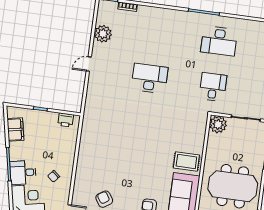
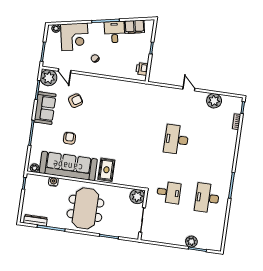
desk: (150, 78) -> (176, 140), turned 180
desk: (23, 173) -> (115, 32), moved

